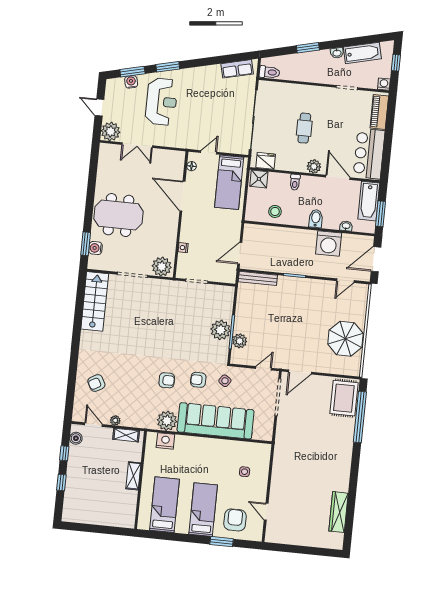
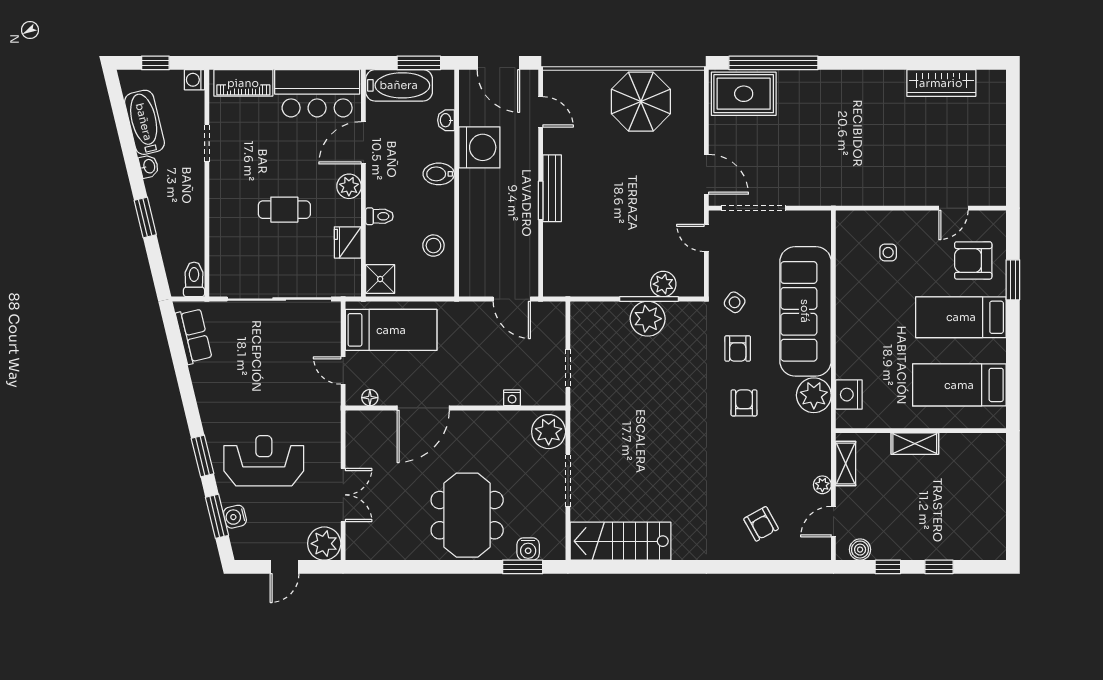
fridge: (266, 161) -> (348, 242), moved
bench: (258, 278) -> (552, 188), moved

